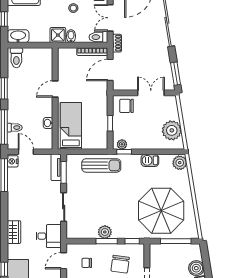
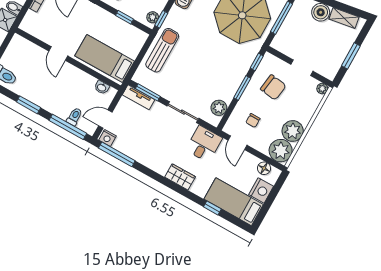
washbasin: (48, 123) -> (102, 87), moved
plant: (105, 232) -> (219, 108), moved

